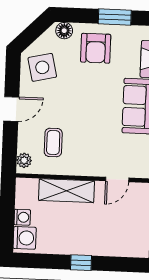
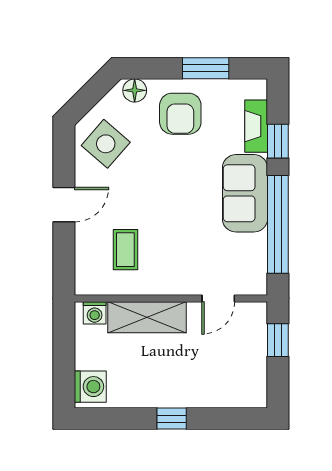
side table: (42, 67) -> (106, 144), turned -36
plant: (24, 160) -> (85, 277), removed
washing machine: (22, 217) -> (95, 313), moved, turned 90

